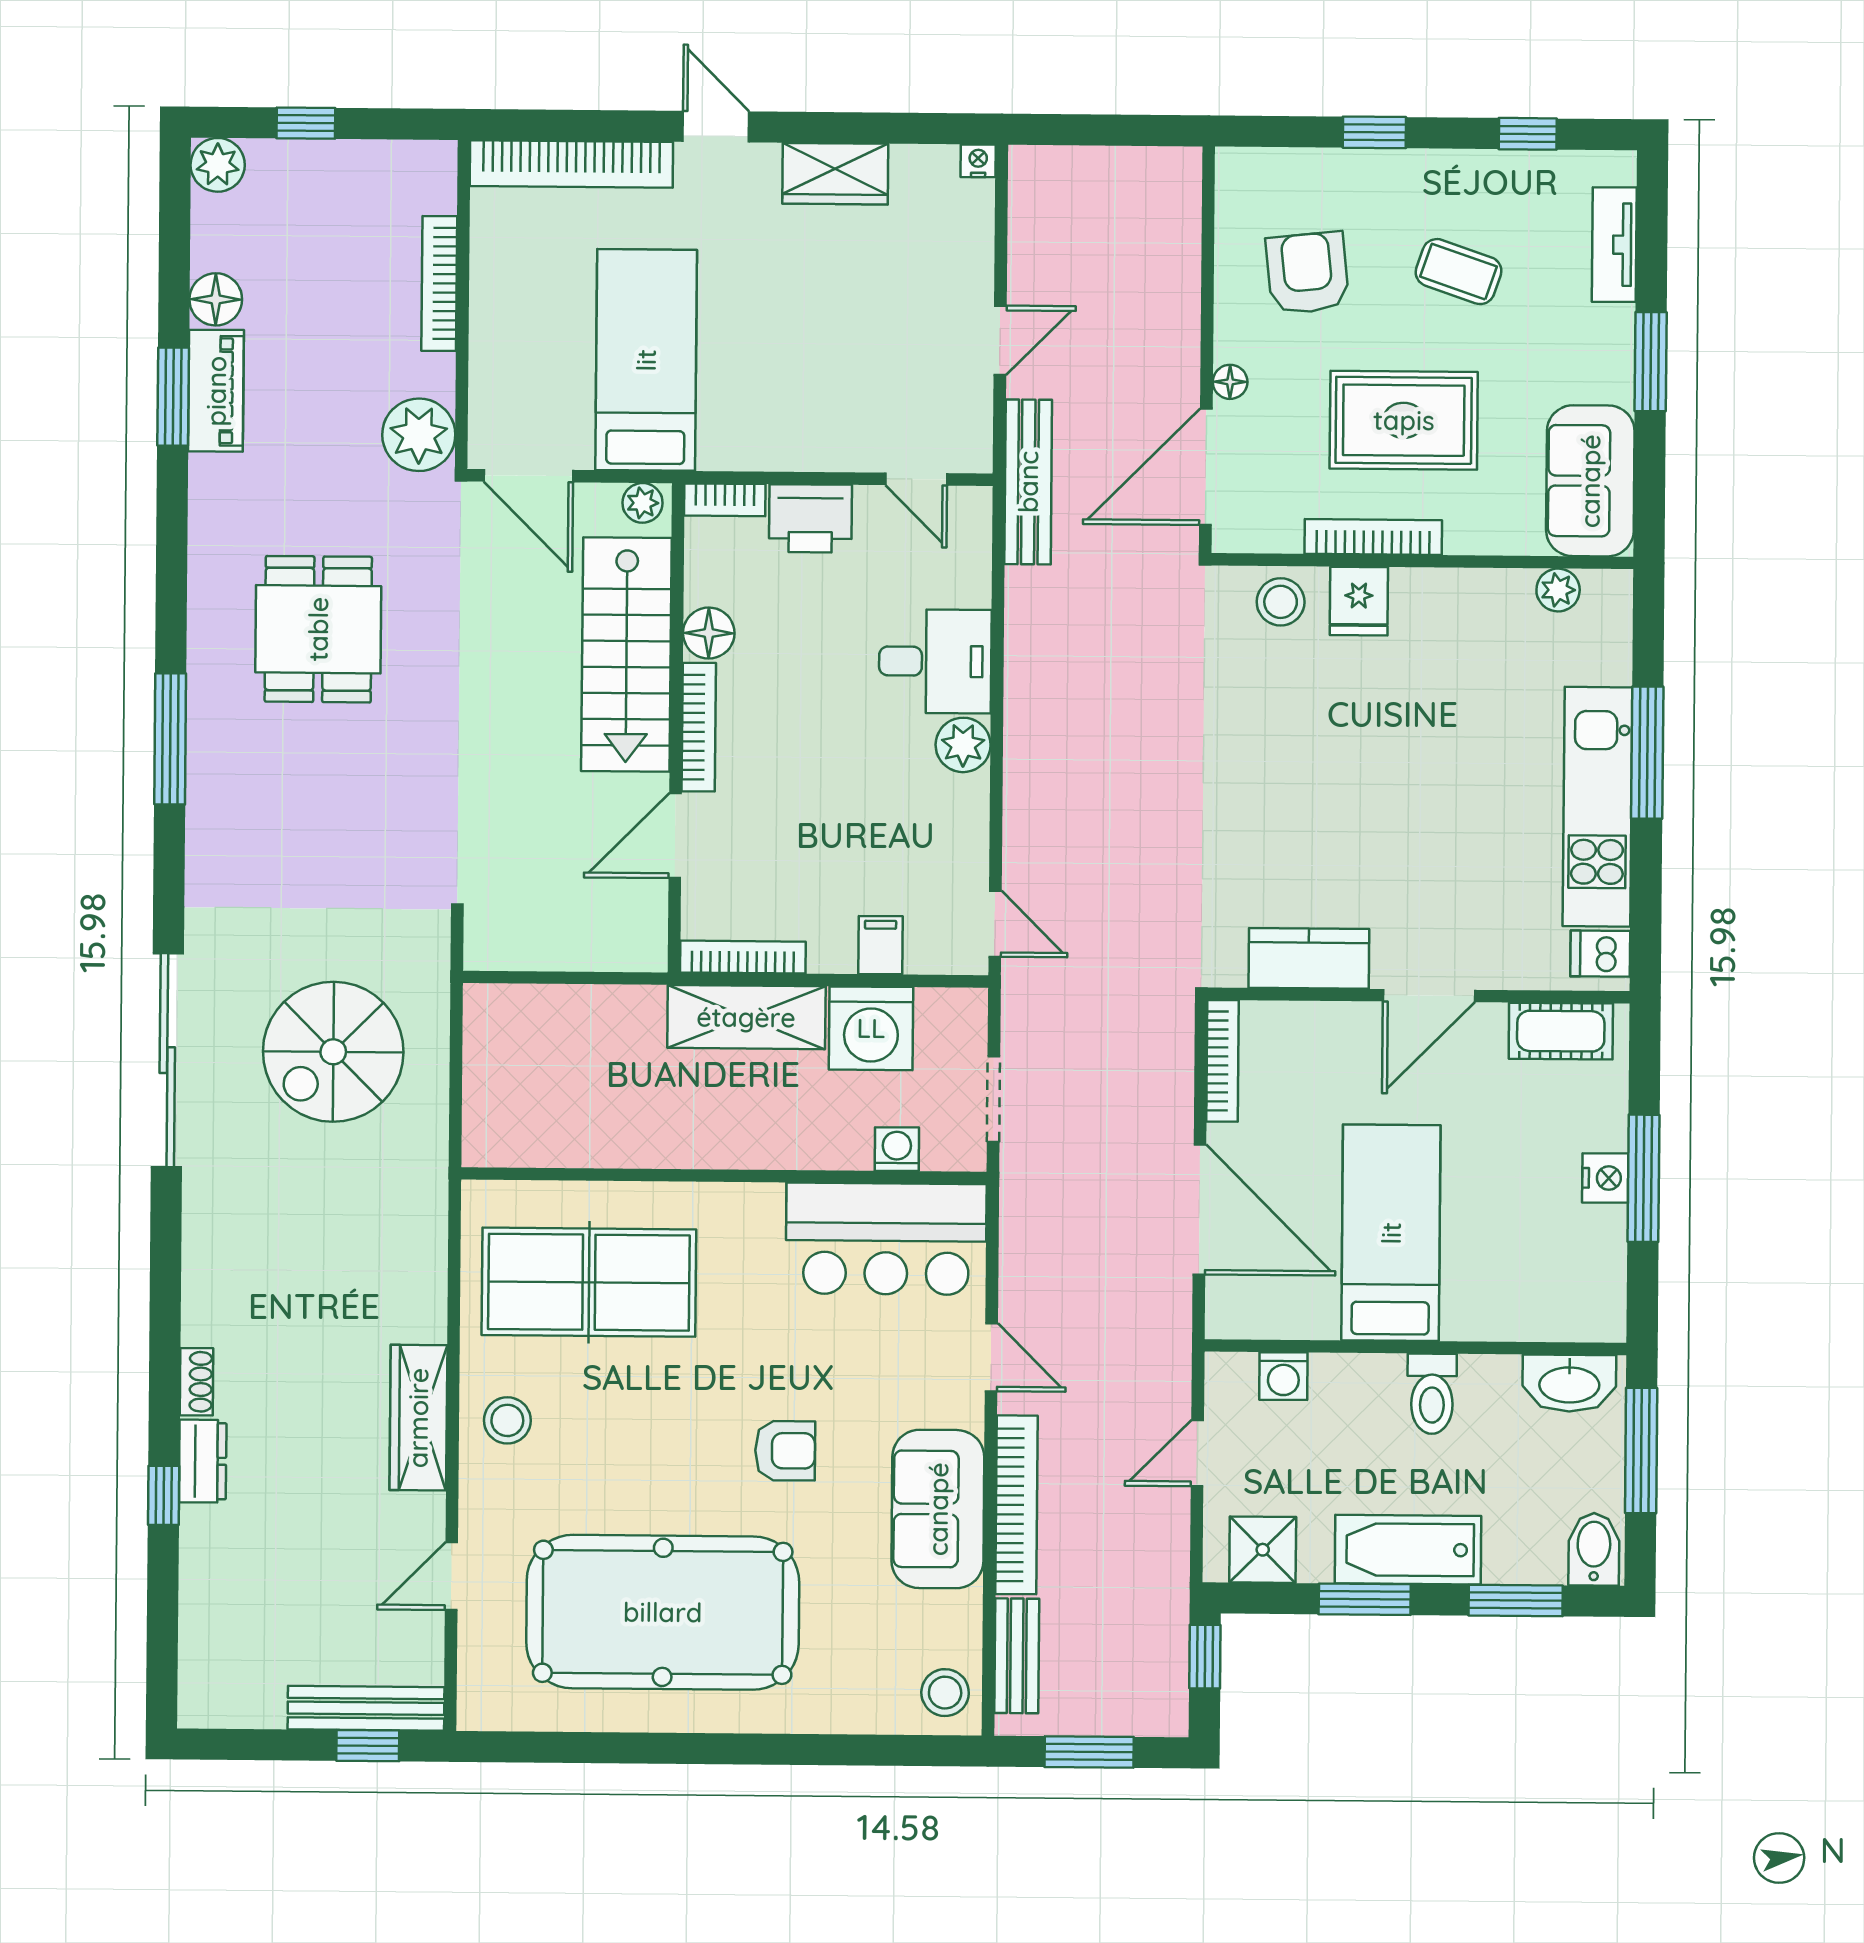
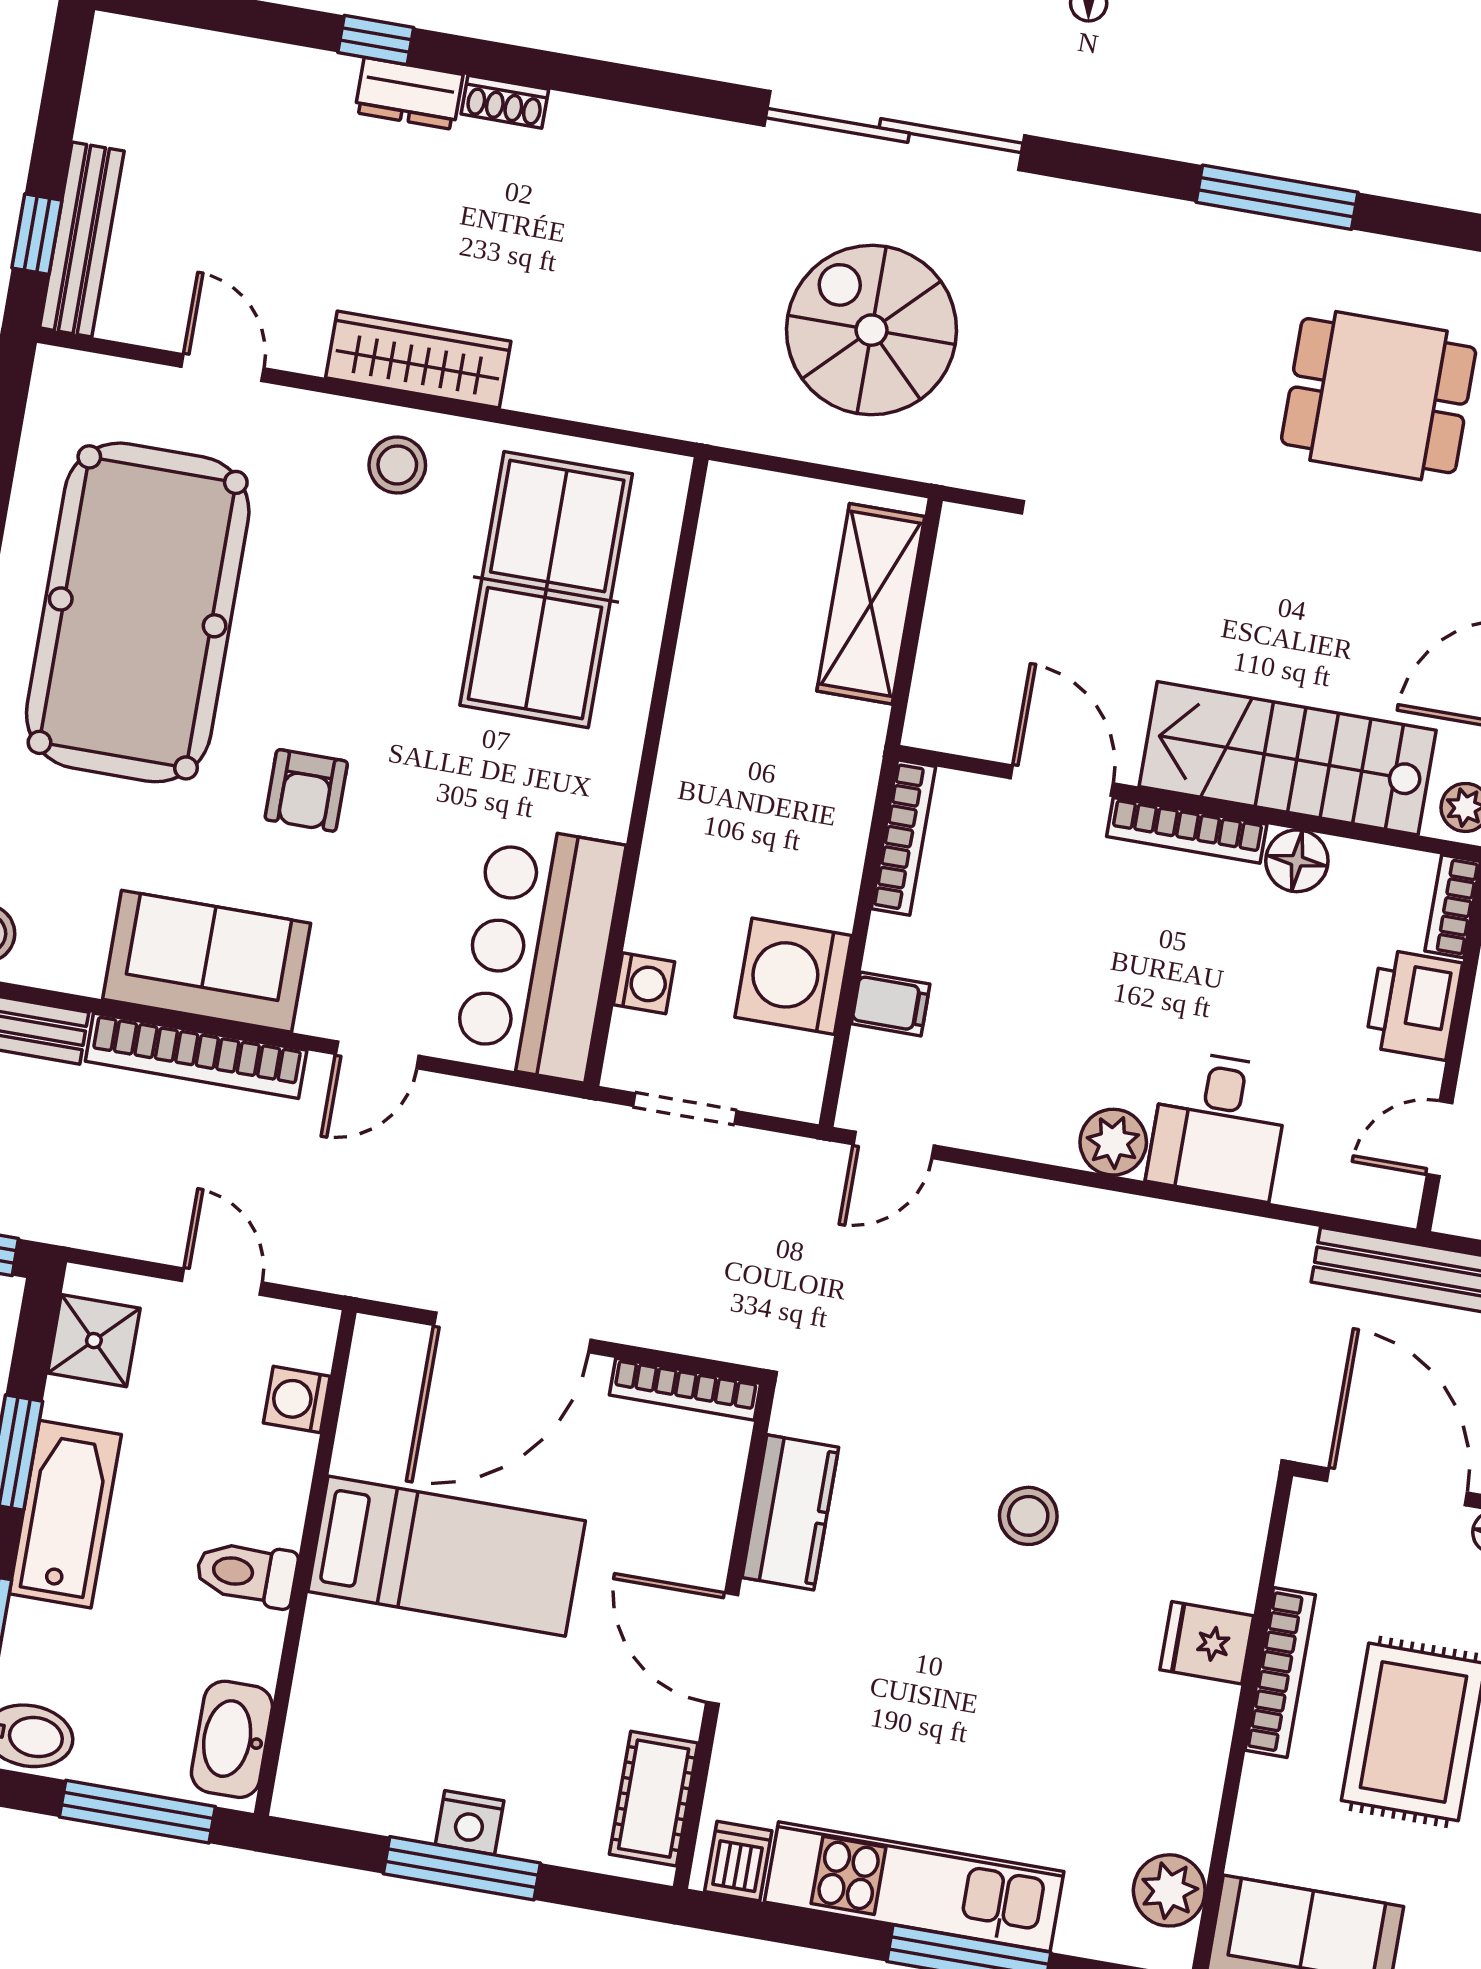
plant: (1558, 590) -> (1169, 1890), width x1.38, depth x1.38
stool: (1281, 602) -> (1028, 1516), moved
shelving: (746, 1017) -> (871, 604), moved

